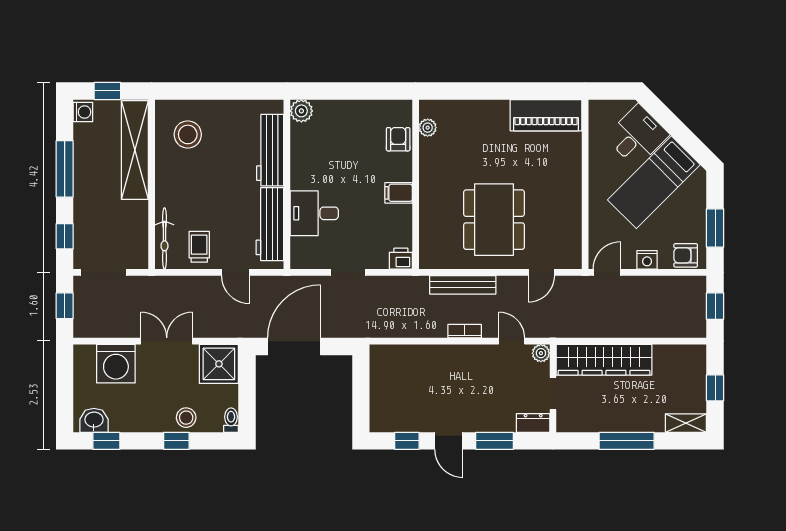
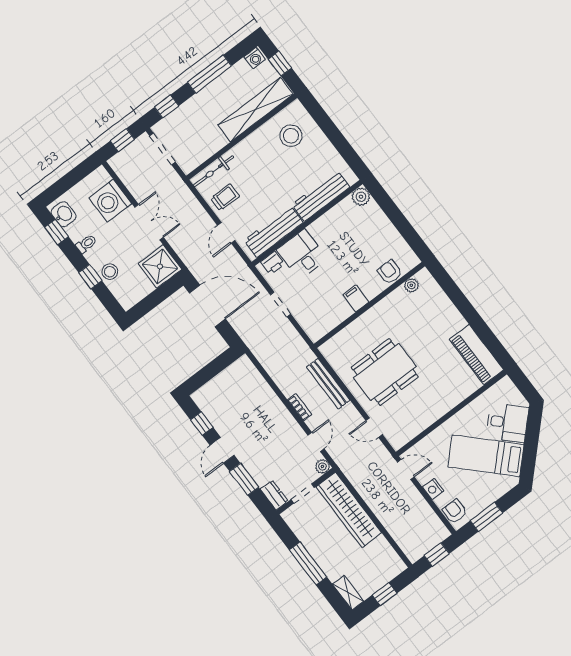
armchair: (398, 139) -> (390, 272), turned -90
printer: (401, 259) -> (273, 263), moved, turned 90
toilet: (231, 420) -> (86, 244), moved

